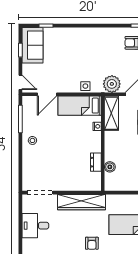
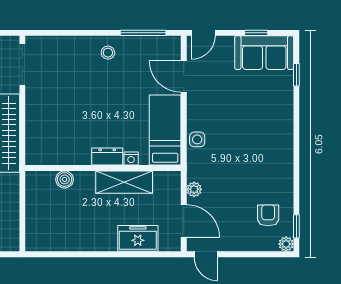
plant: (112, 84) -> (194, 189), width x0.53, depth x0.53
shelving: (111, 113) -> (124, 182), moved
dresser: (96, 162) -> (107, 157), moved

